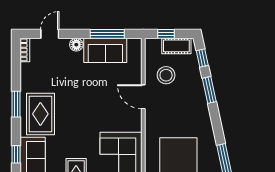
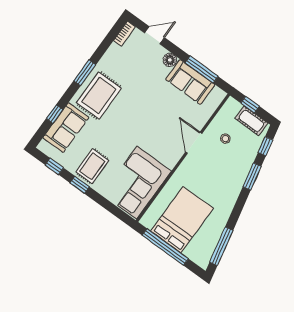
stool: (166, 75) -> (225, 139), width x0.53, depth x0.53

